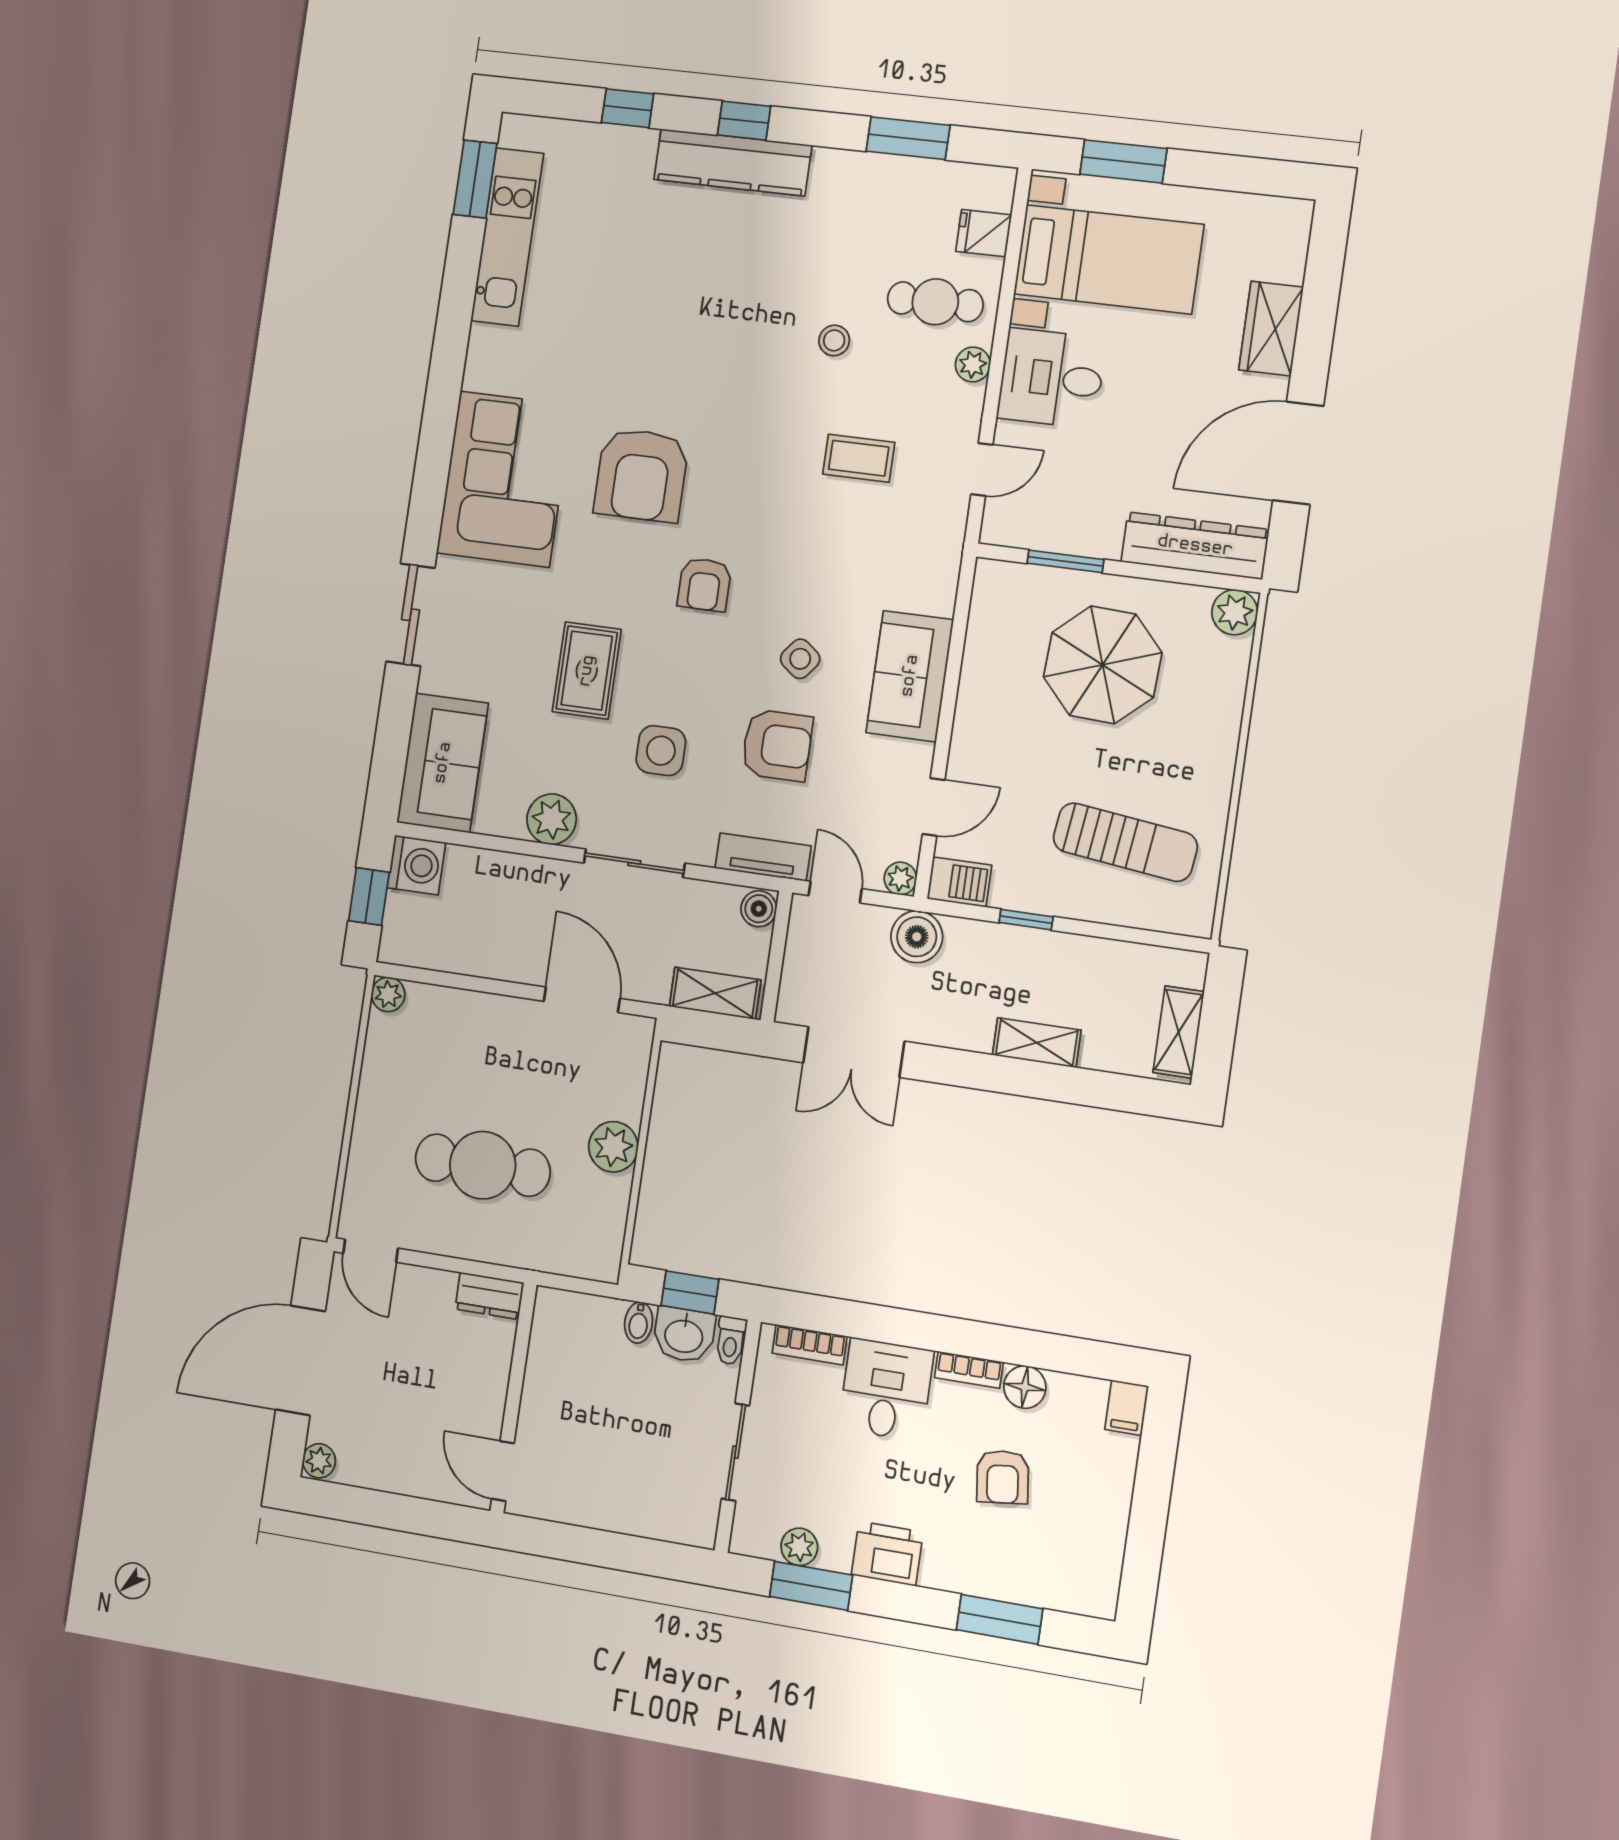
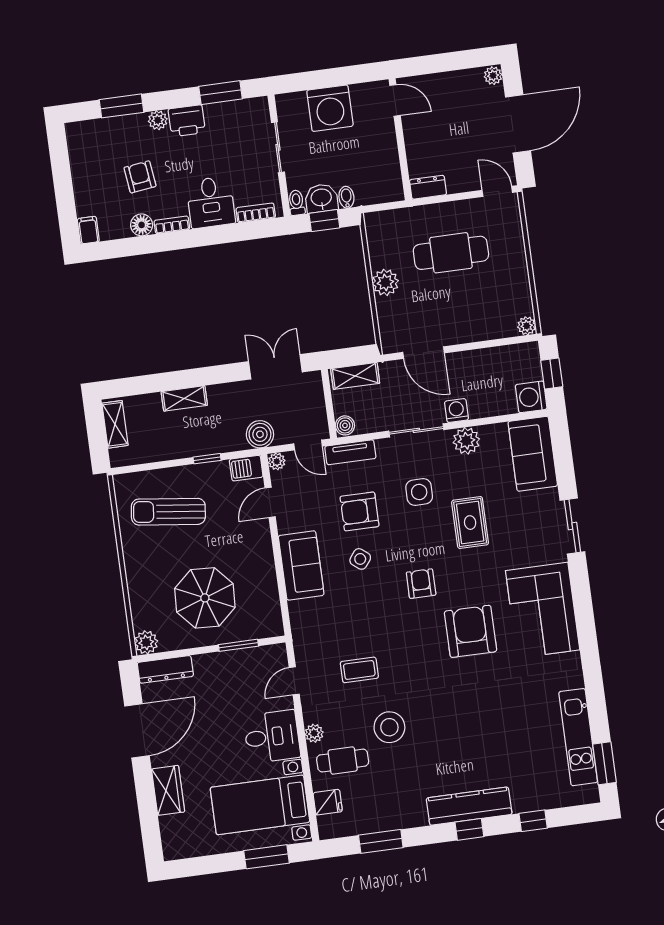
stool: (834, 340) -> (389, 727), width x1.89, depth x1.89
dresser: (1195, 546) -> (165, 669), width x0.73, depth x0.80
washing machine: (554, 879) -> (456, 411), added
washing machine: (622, 1494) -> (330, 108), added
plant: (799, 1547) -> (158, 120), moved

